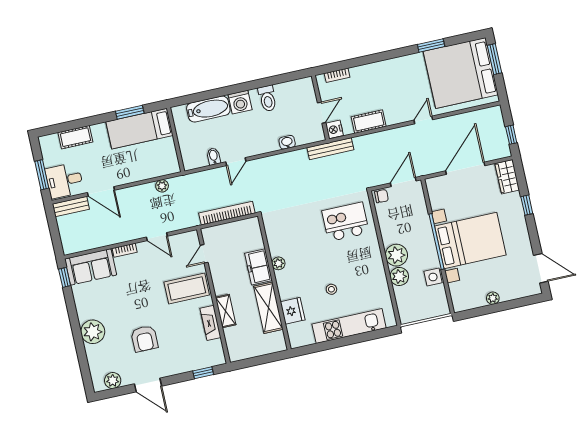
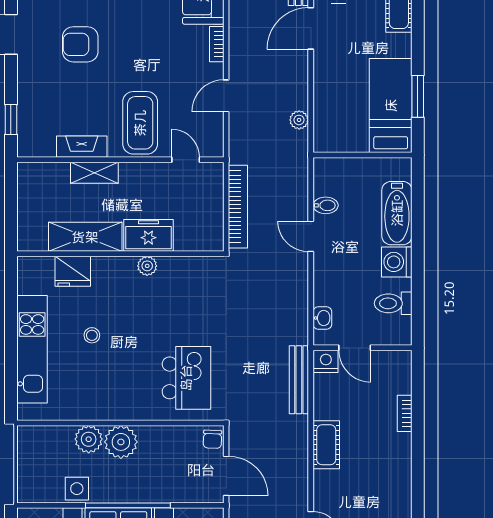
wall: (320, 108) -> (363, 348), moved
door: (322, 113) -> (355, 348), moved
nightstand: (334, 129) -> (326, 361), moved

